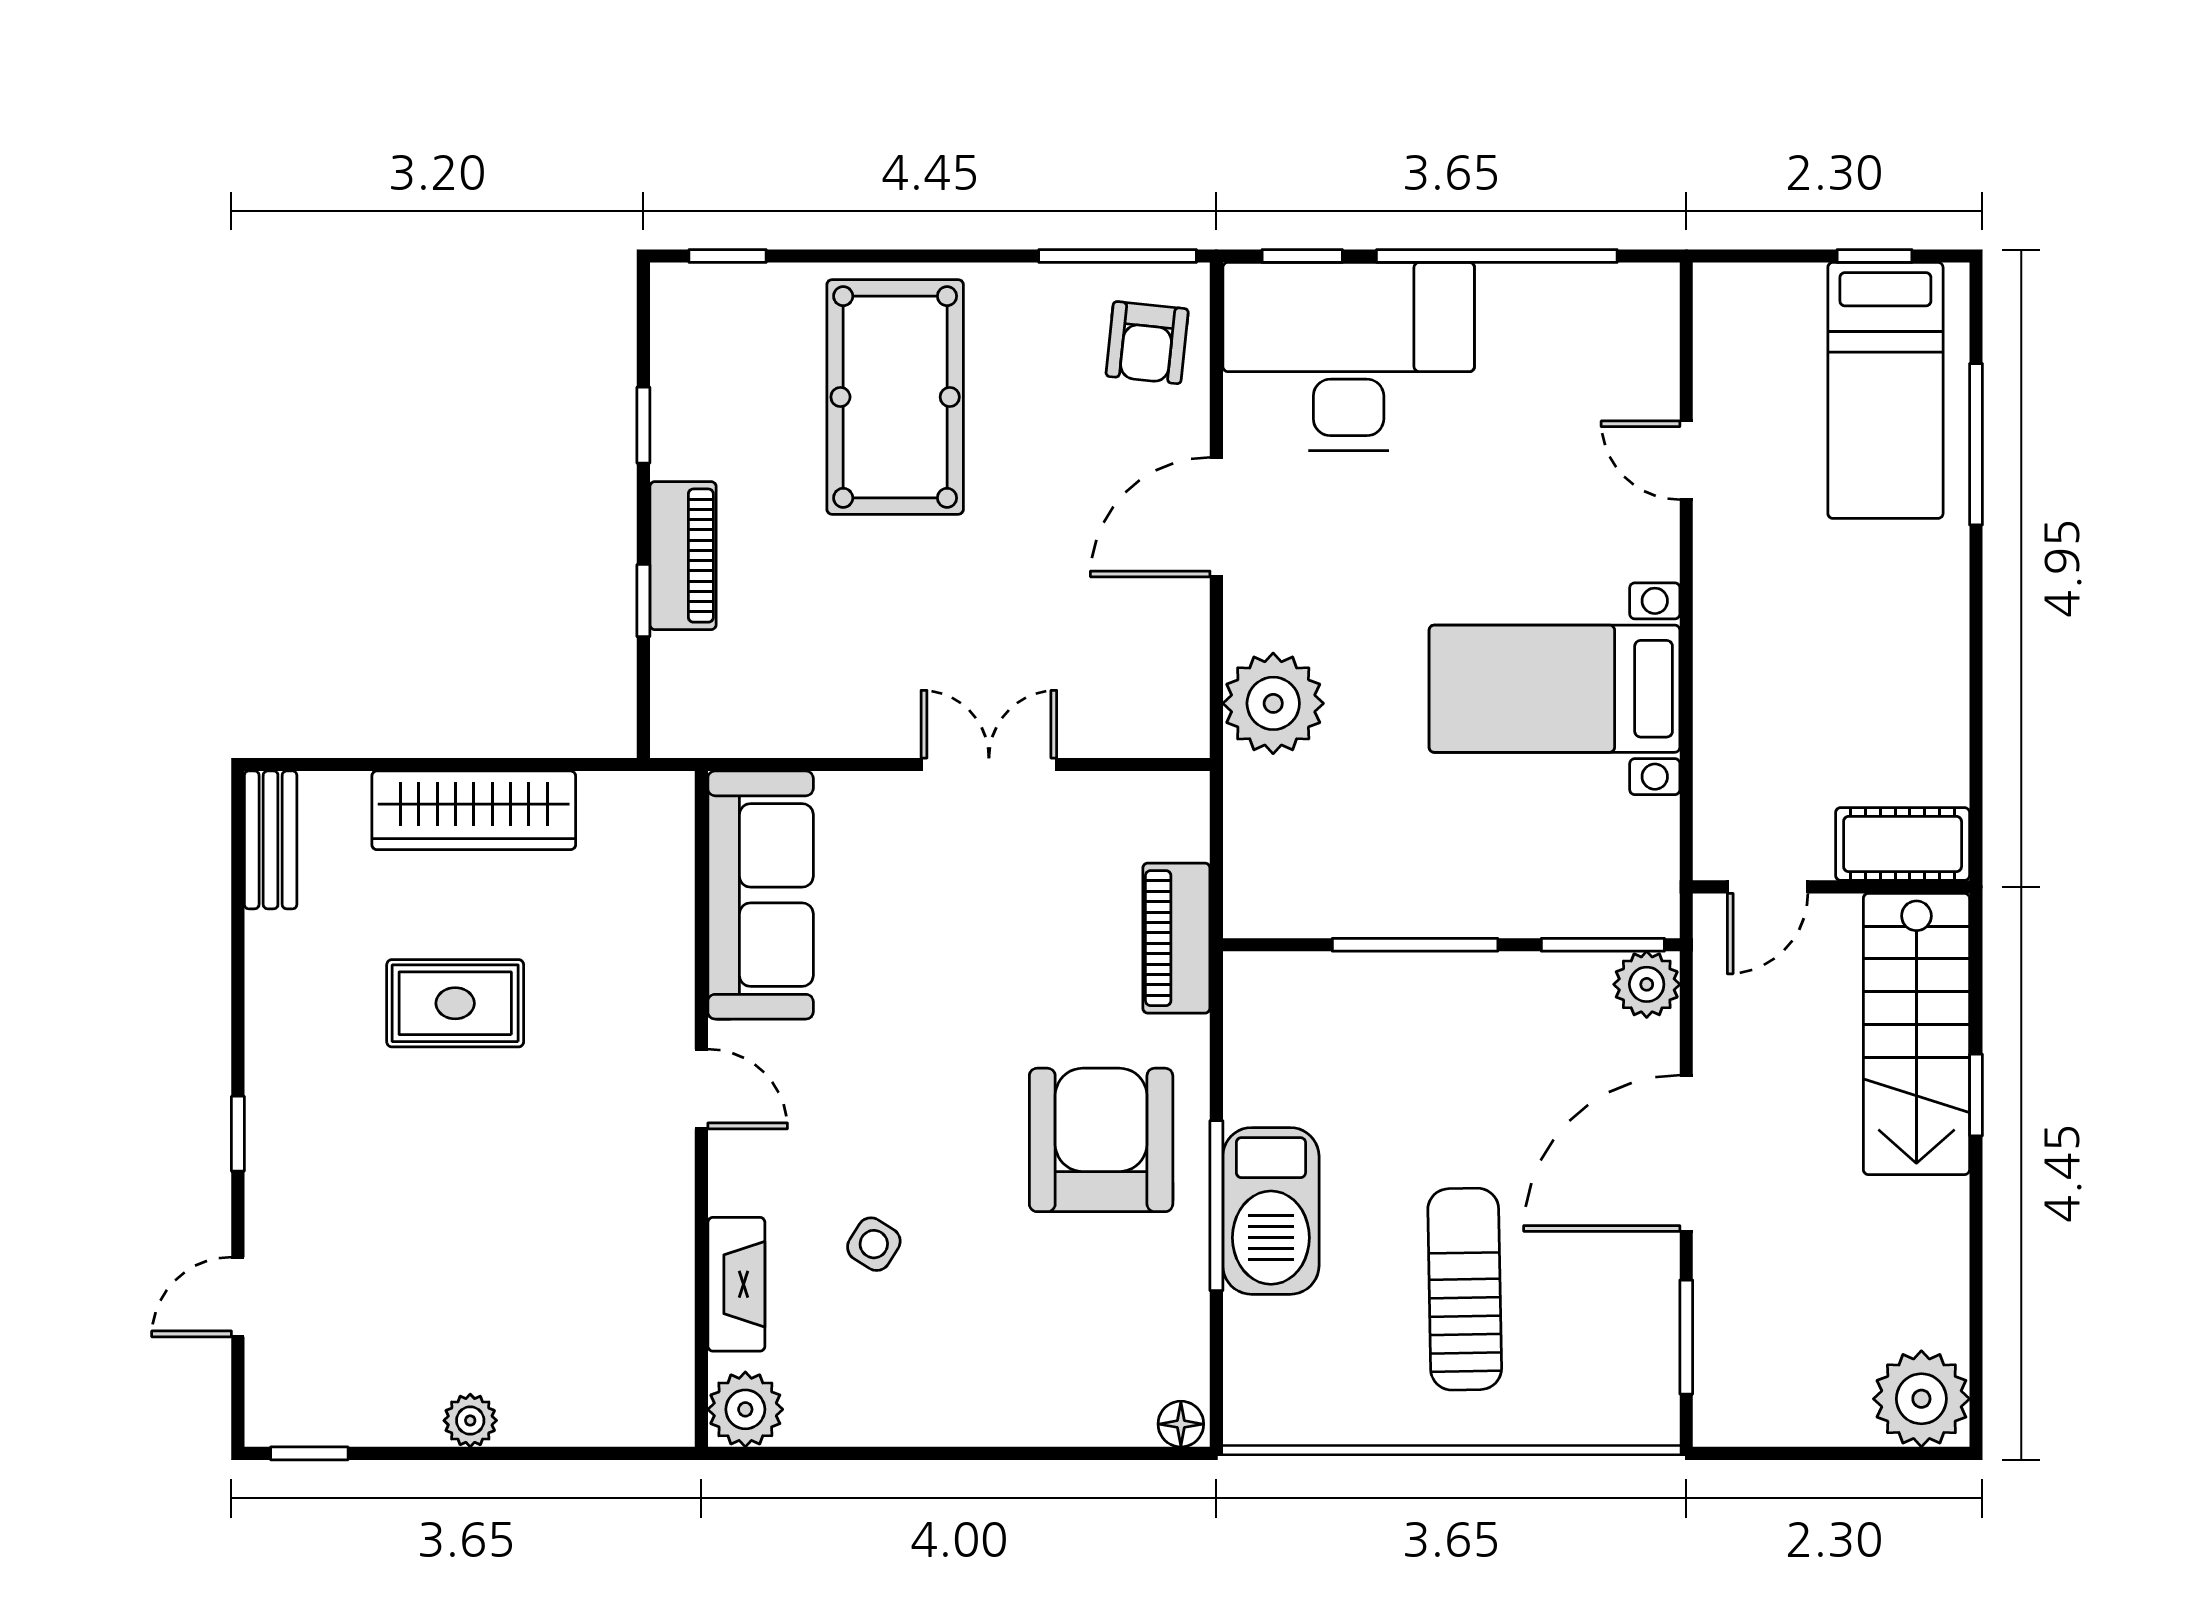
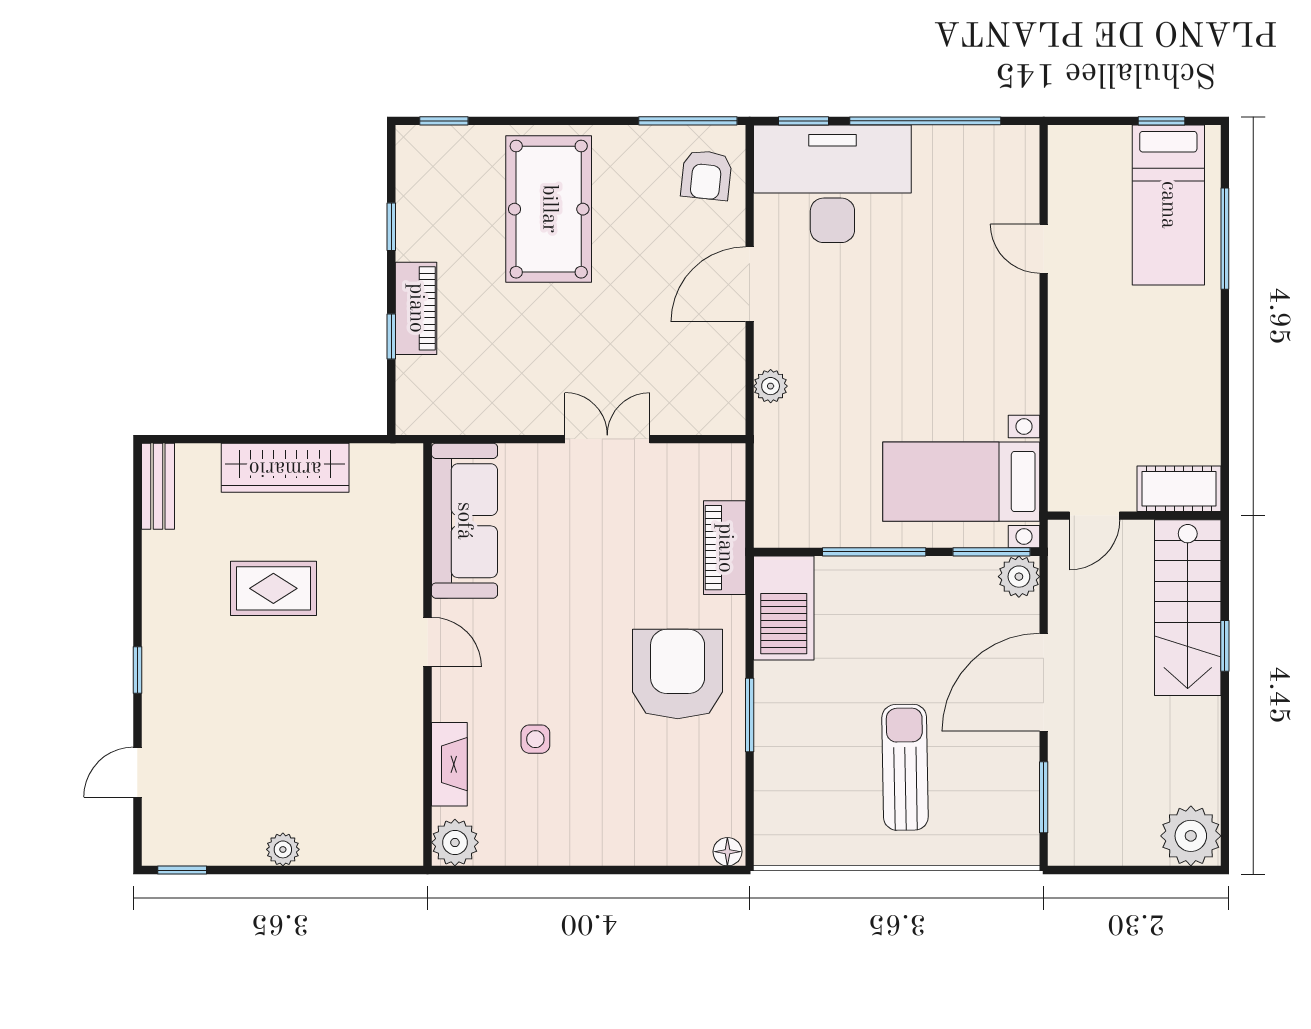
bed with nightstands: (1554, 689) -> (961, 482), moved
plant: (1273, 703) -> (771, 386), width x0.53, depth x0.53
window: (1216, 1206) -> (750, 715), width x0.69
barbecue: (1271, 1211) -> (784, 608), moved
side table: (874, 1244) -> (535, 739), turned -32

